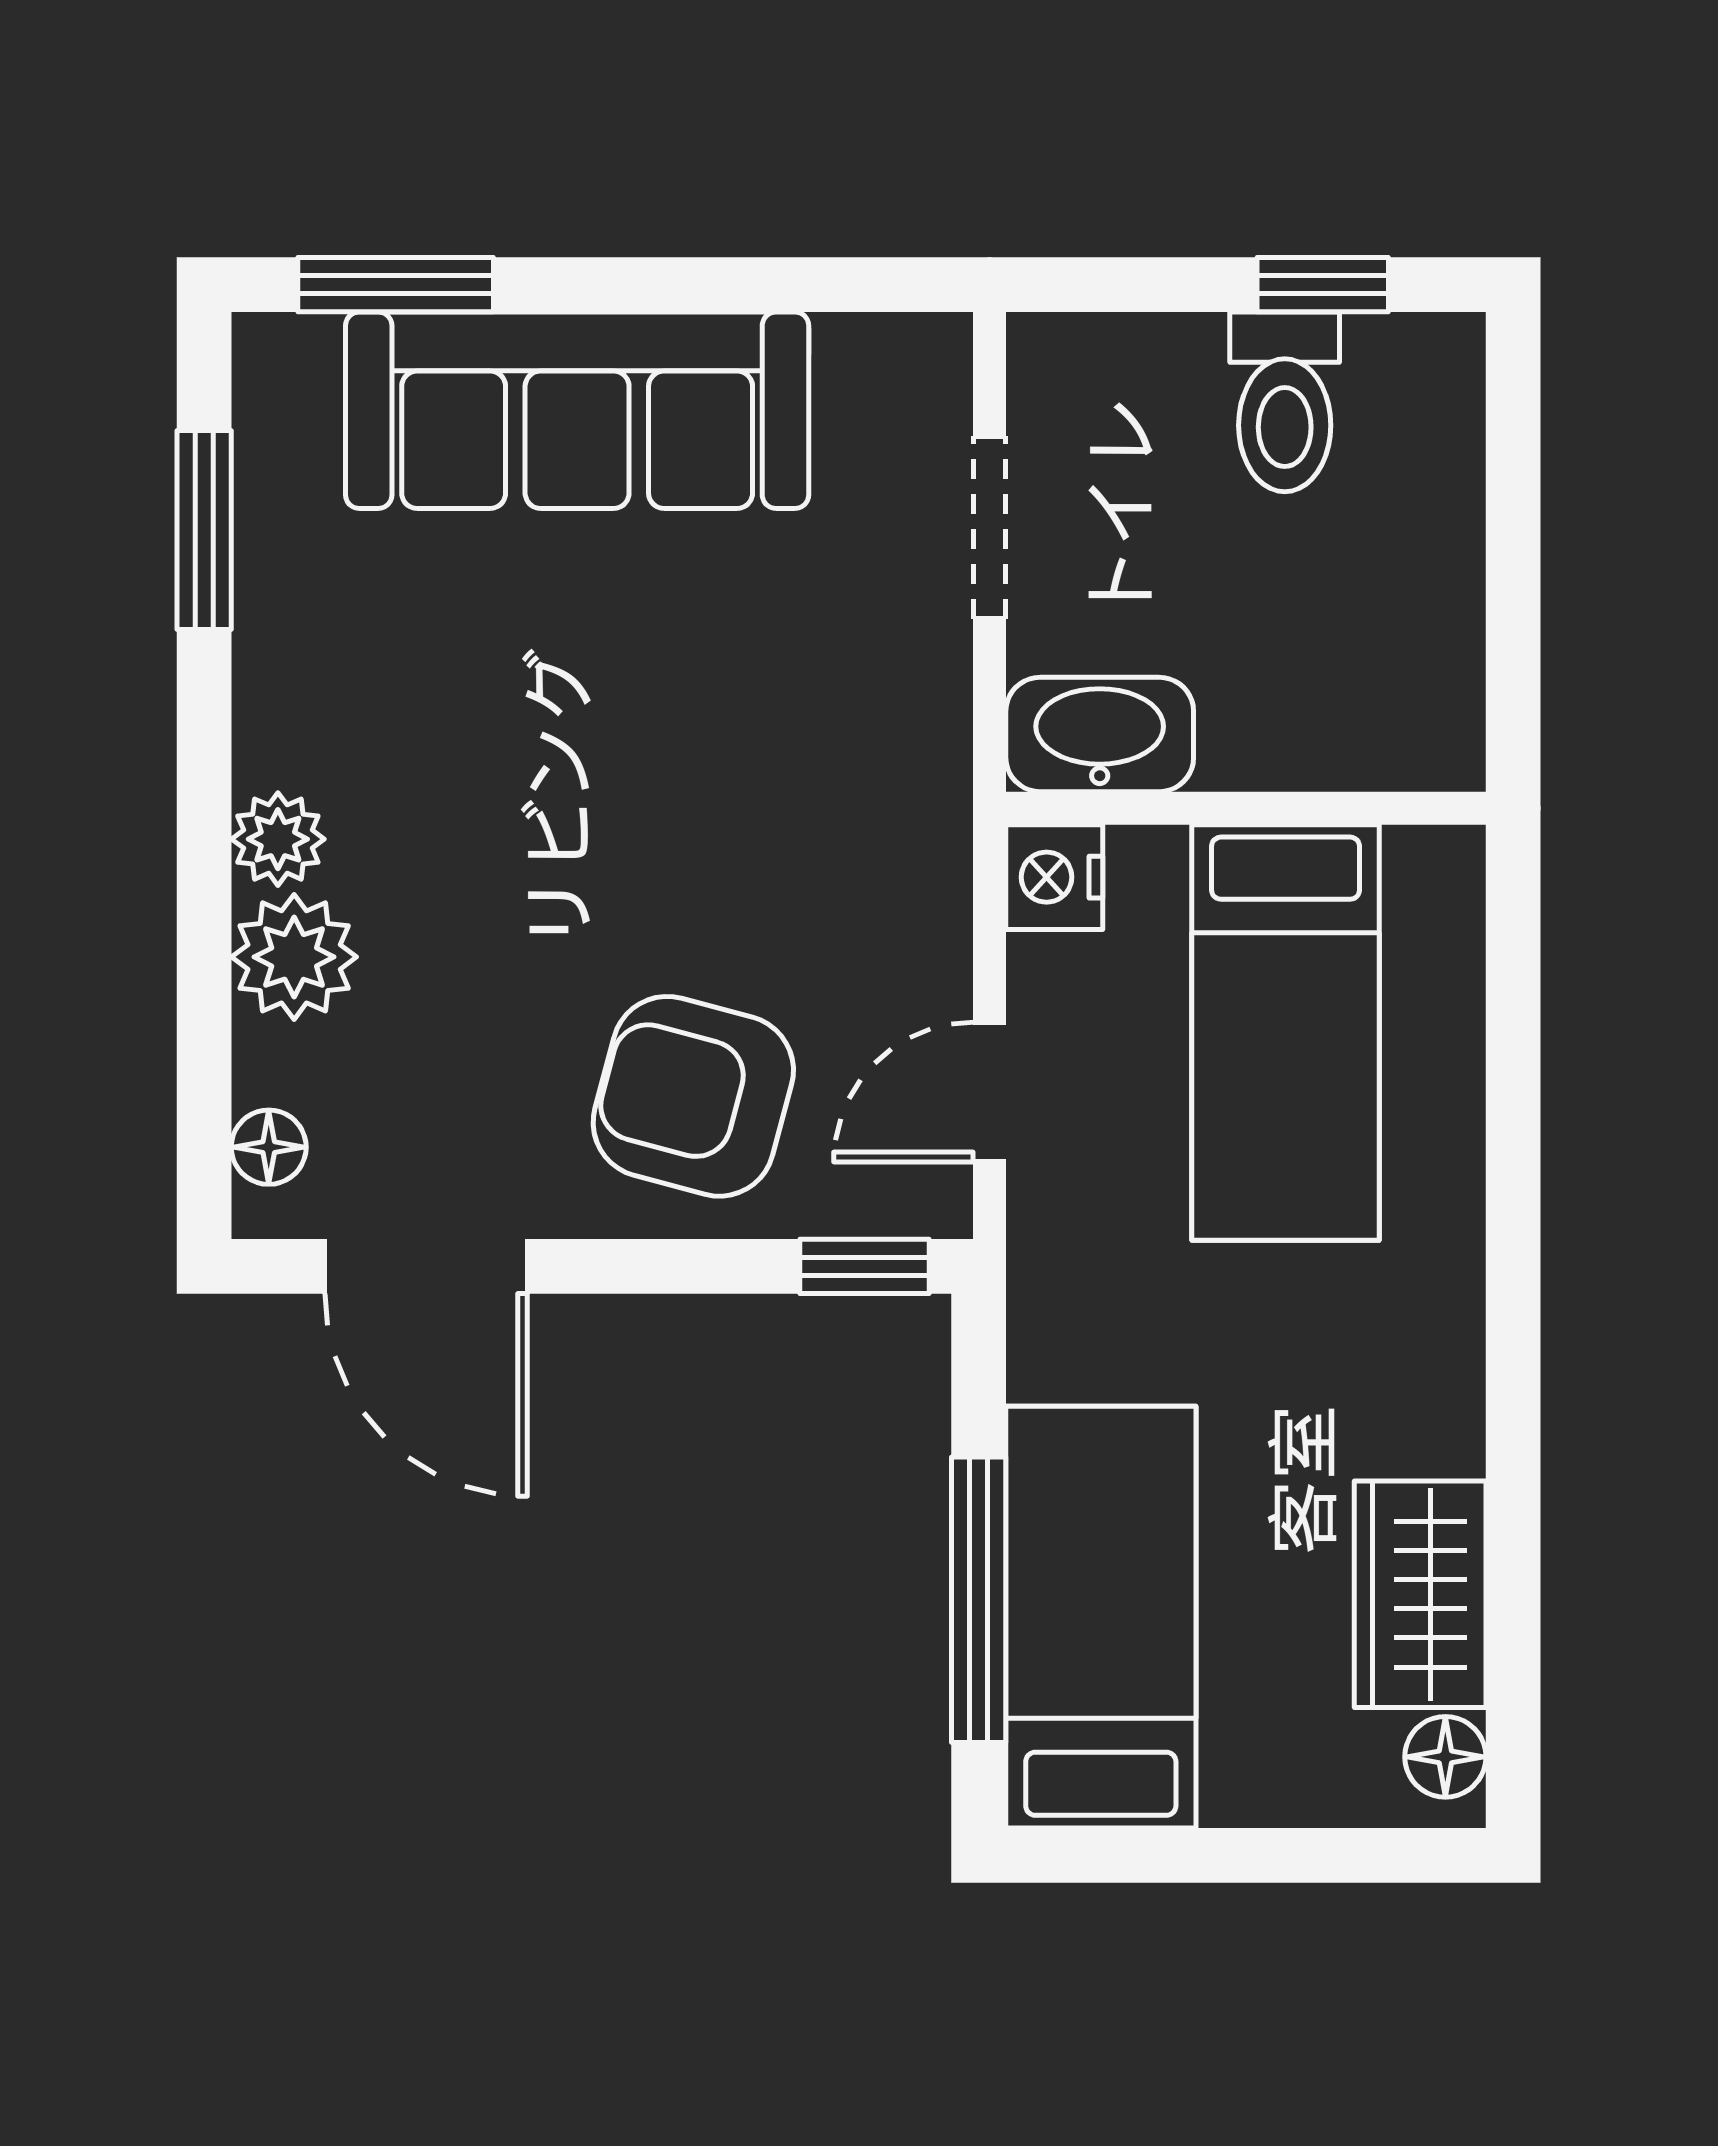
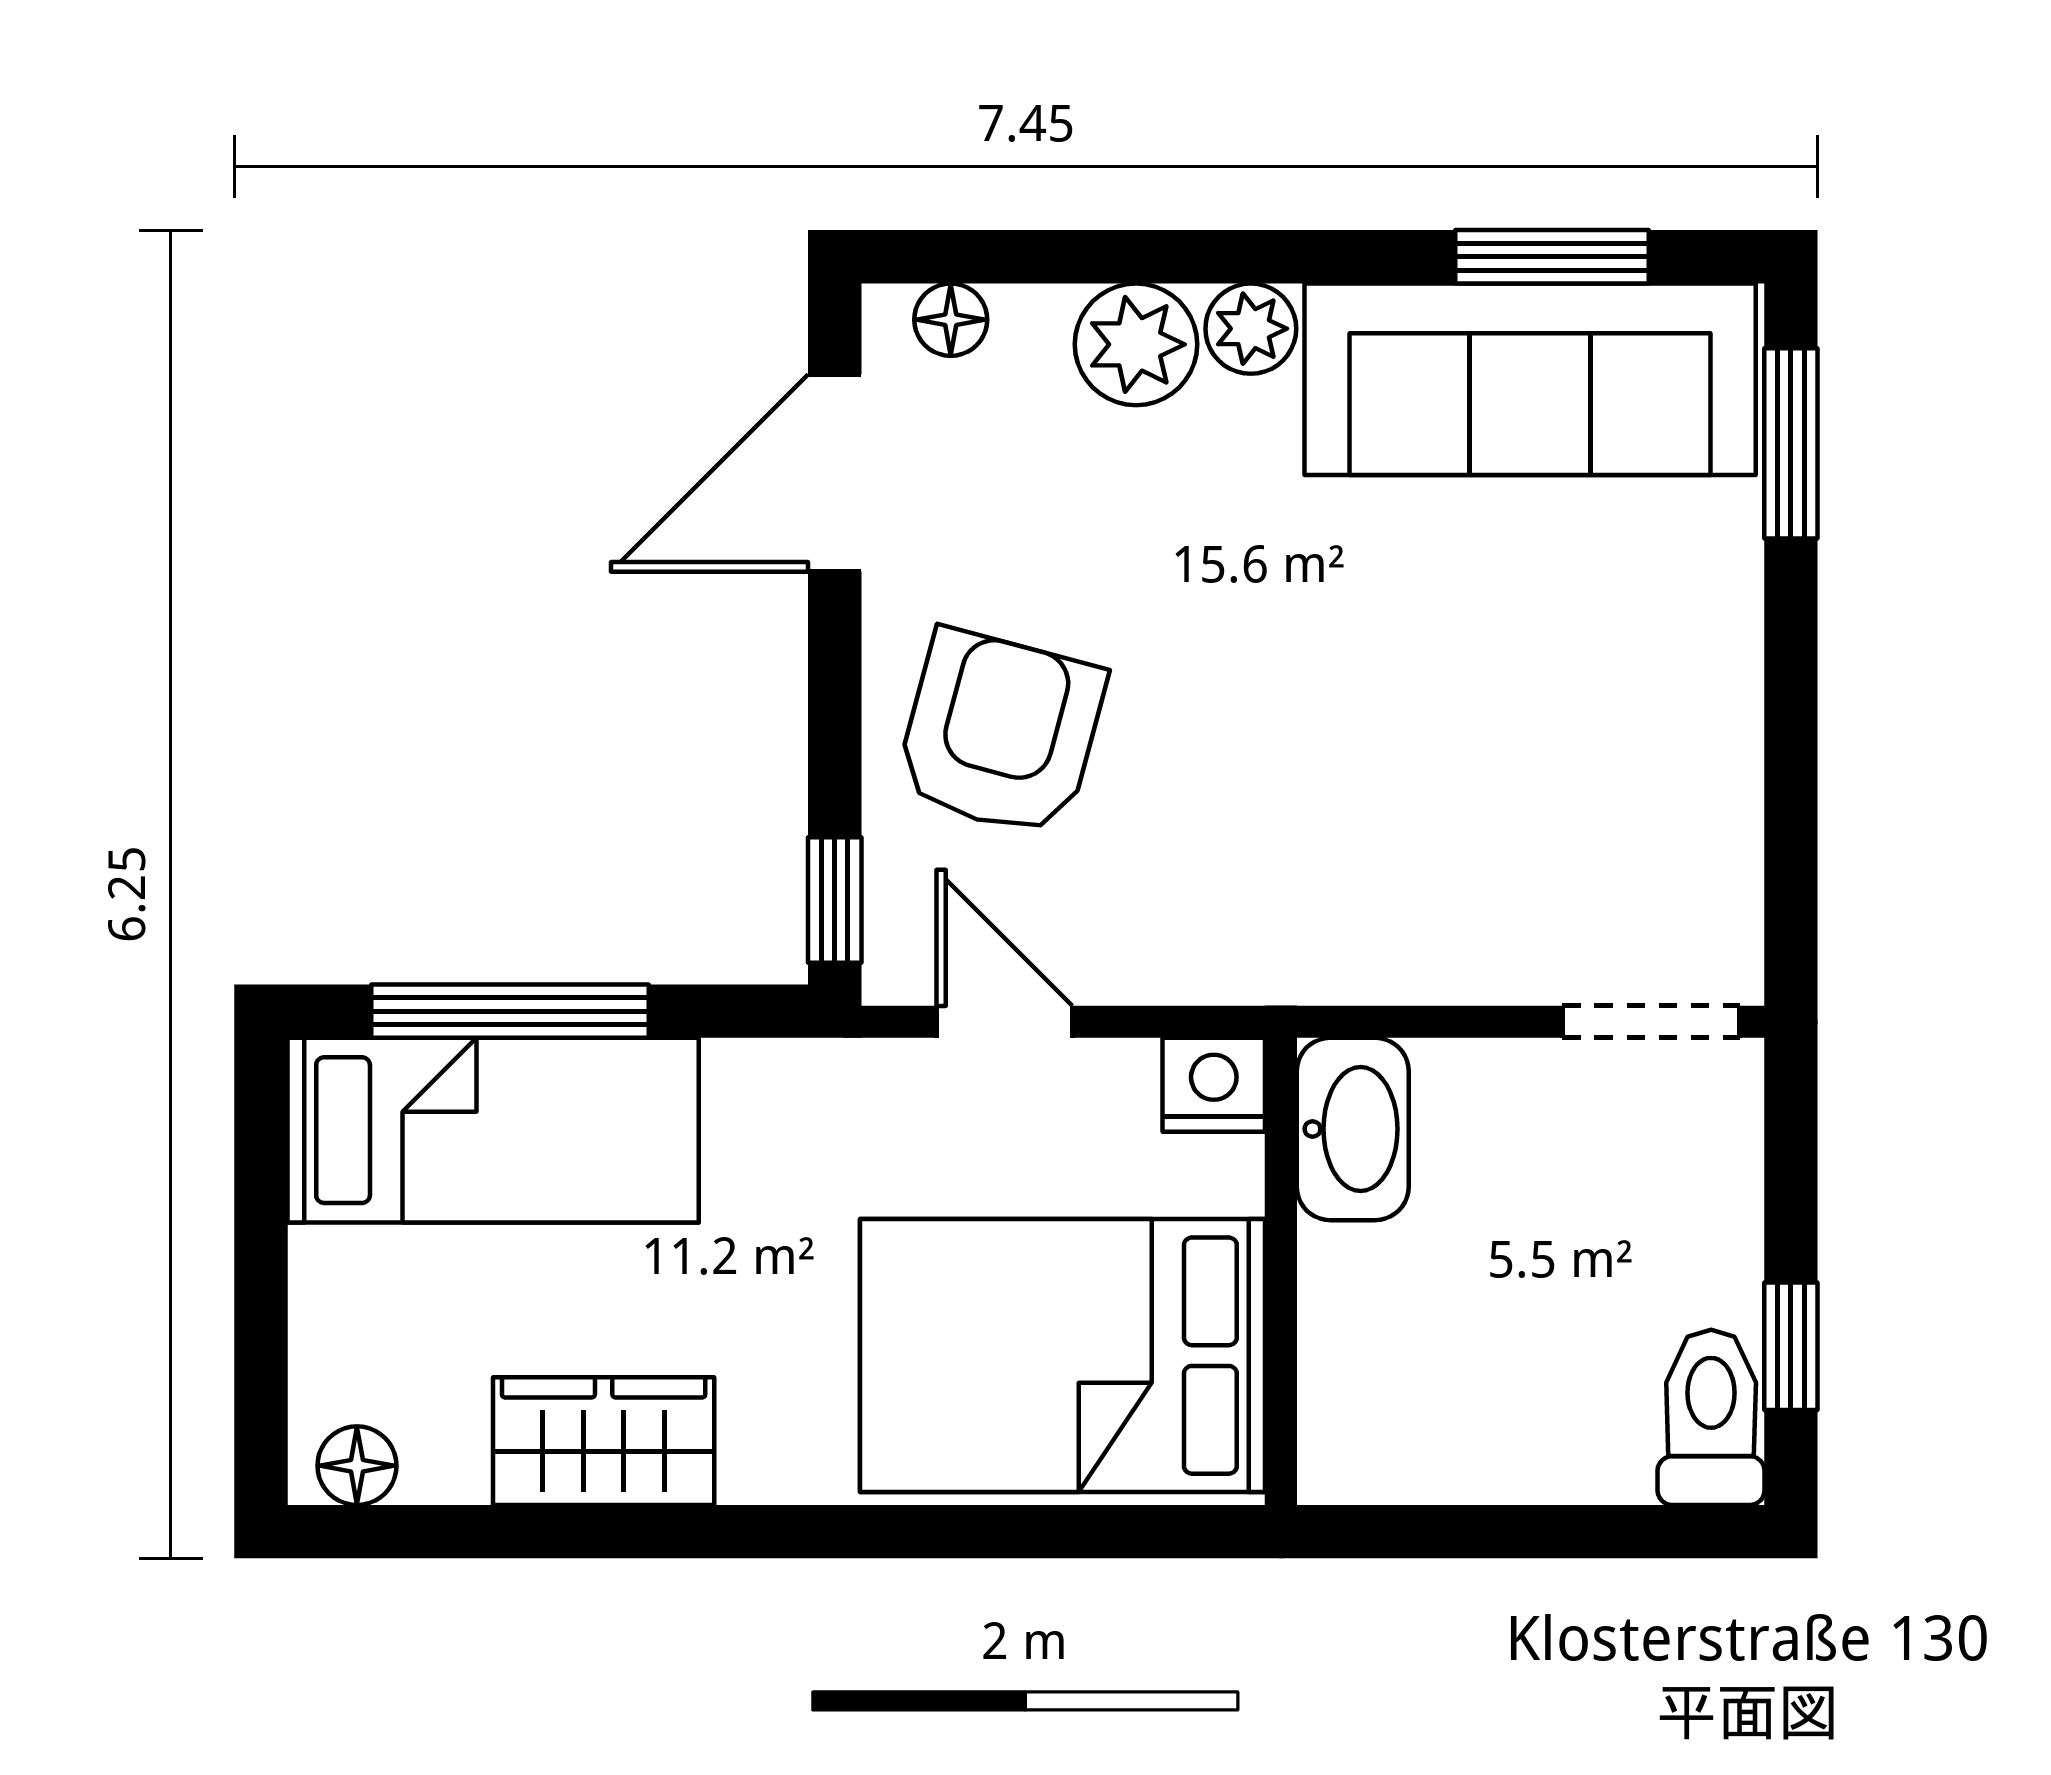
toilet: (1285, 402) -> (1711, 1417), moved, turned 90
sofa: (577, 410) -> (1530, 379), moved, turned -90
doorway: (990, 528) -> (1651, 1022), moved
bed: (1286, 1032) -> (1063, 1356), width x1.50
wardrobe: (1420, 1594) -> (604, 1441), moved

